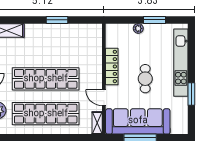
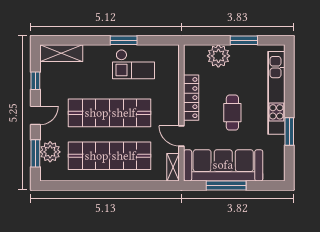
plant: (138, 28) -> (218, 56), width x1.88, depth x1.88
checkout: (65, 39) -> (134, 64), added

